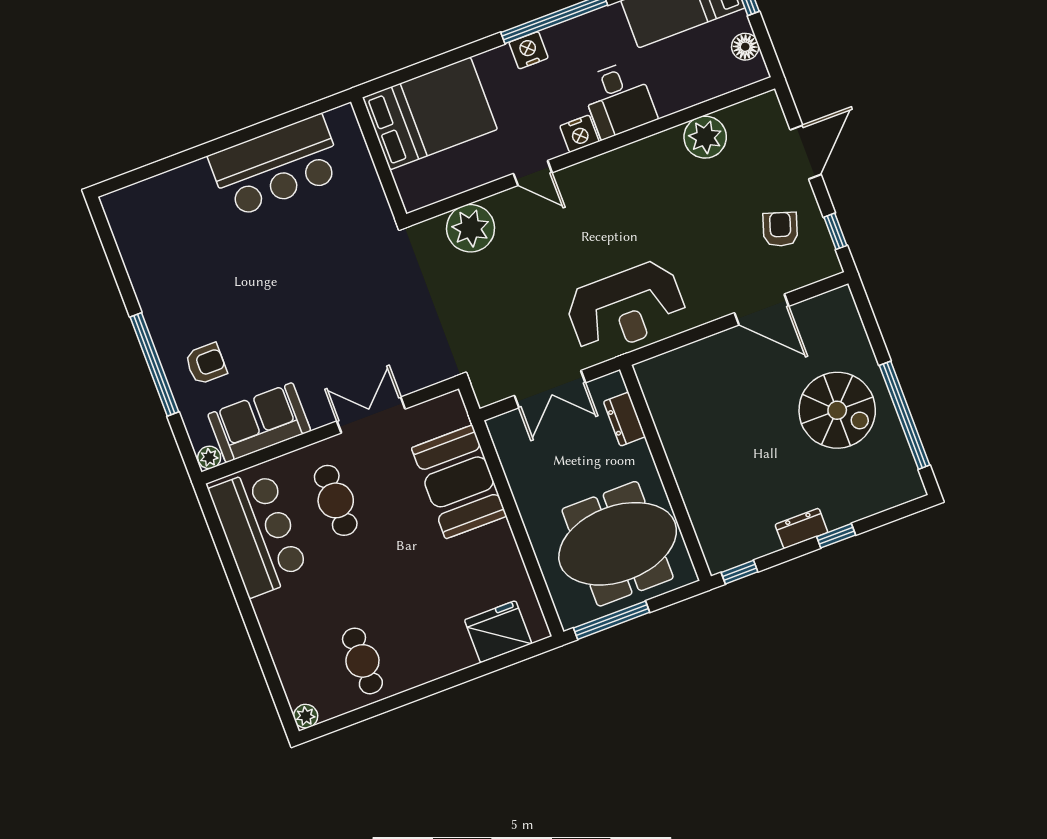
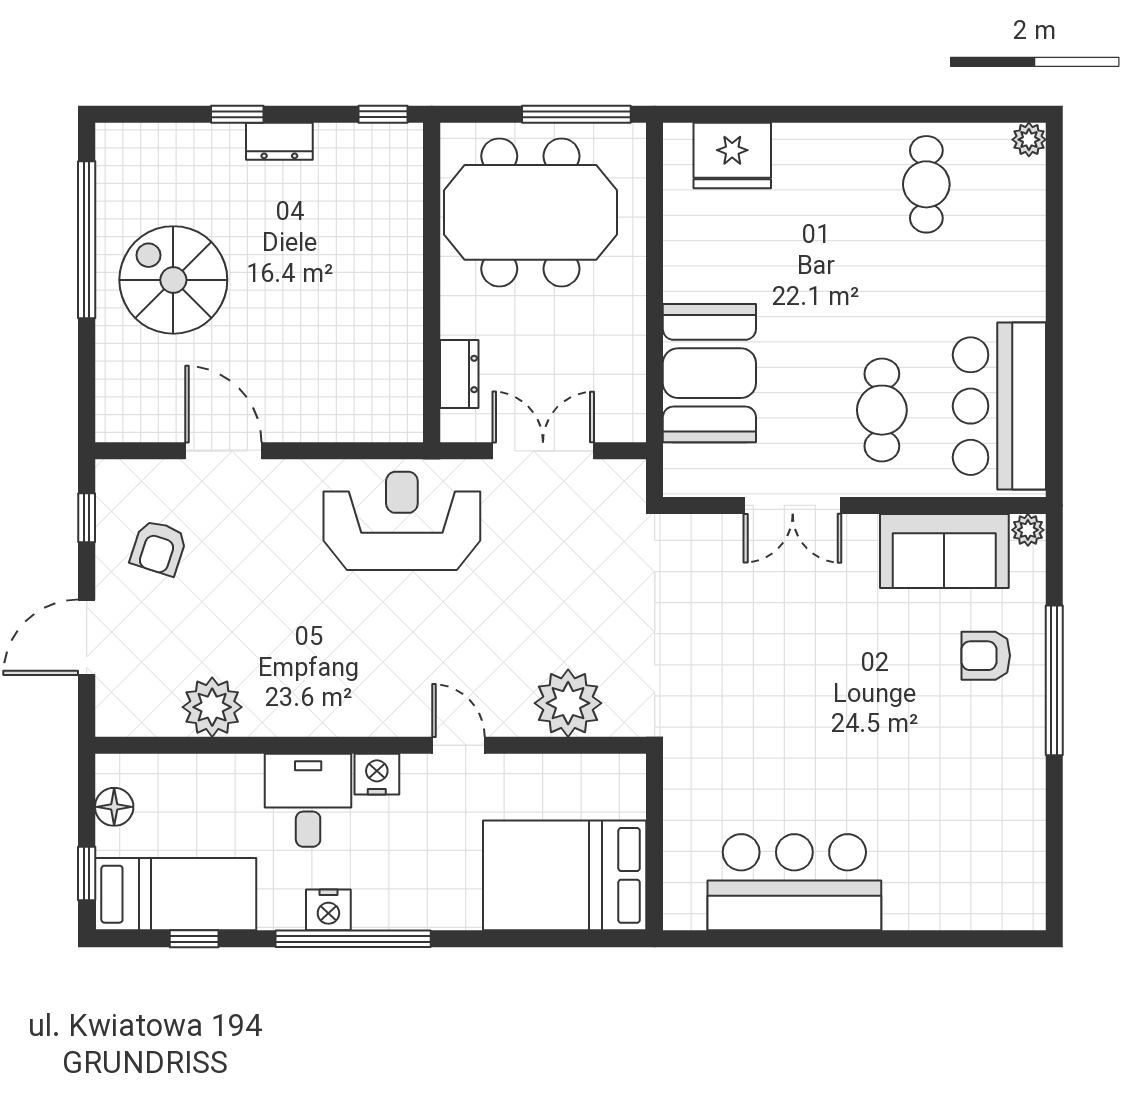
nightstand: (529, 50) -> (328, 910), moved

